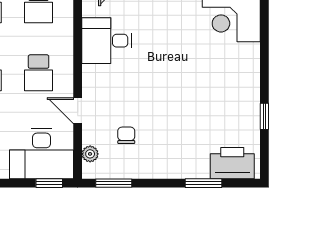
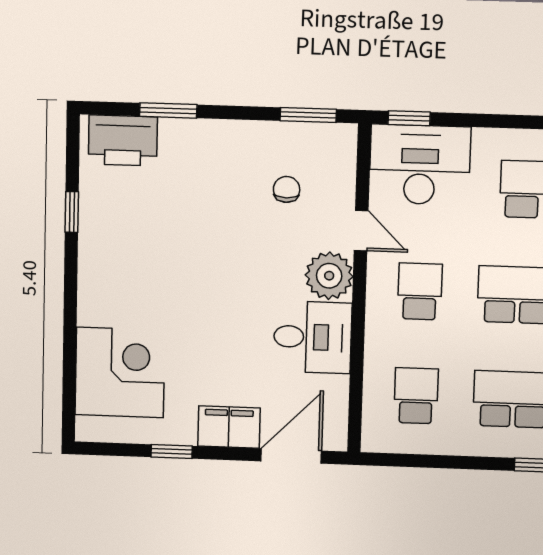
chair: (126, 135) -> (287, 189), turned 180
plant: (90, 154) -> (329, 276), moved, width x1.87, depth x1.87

